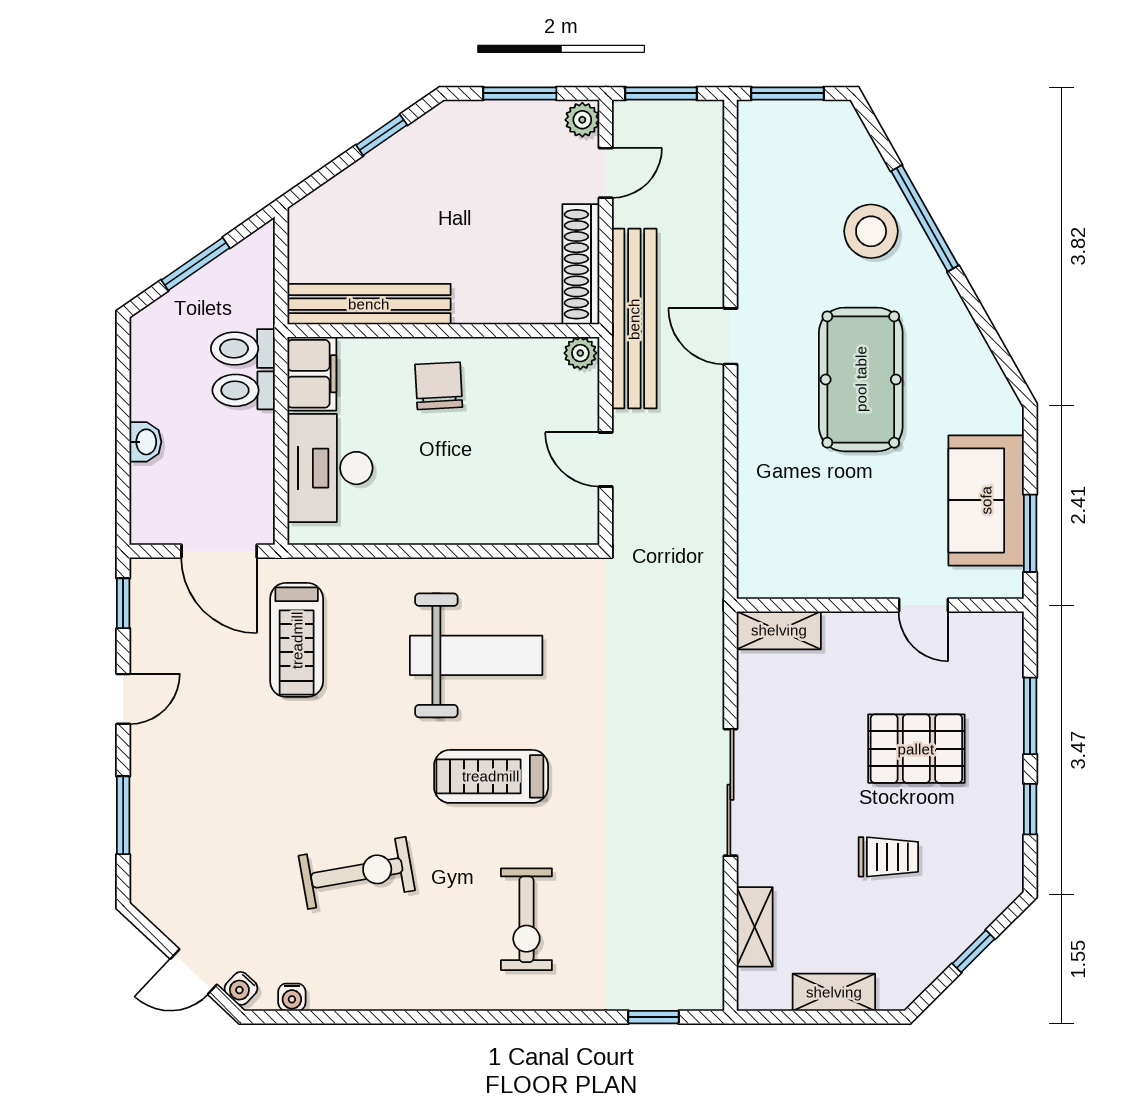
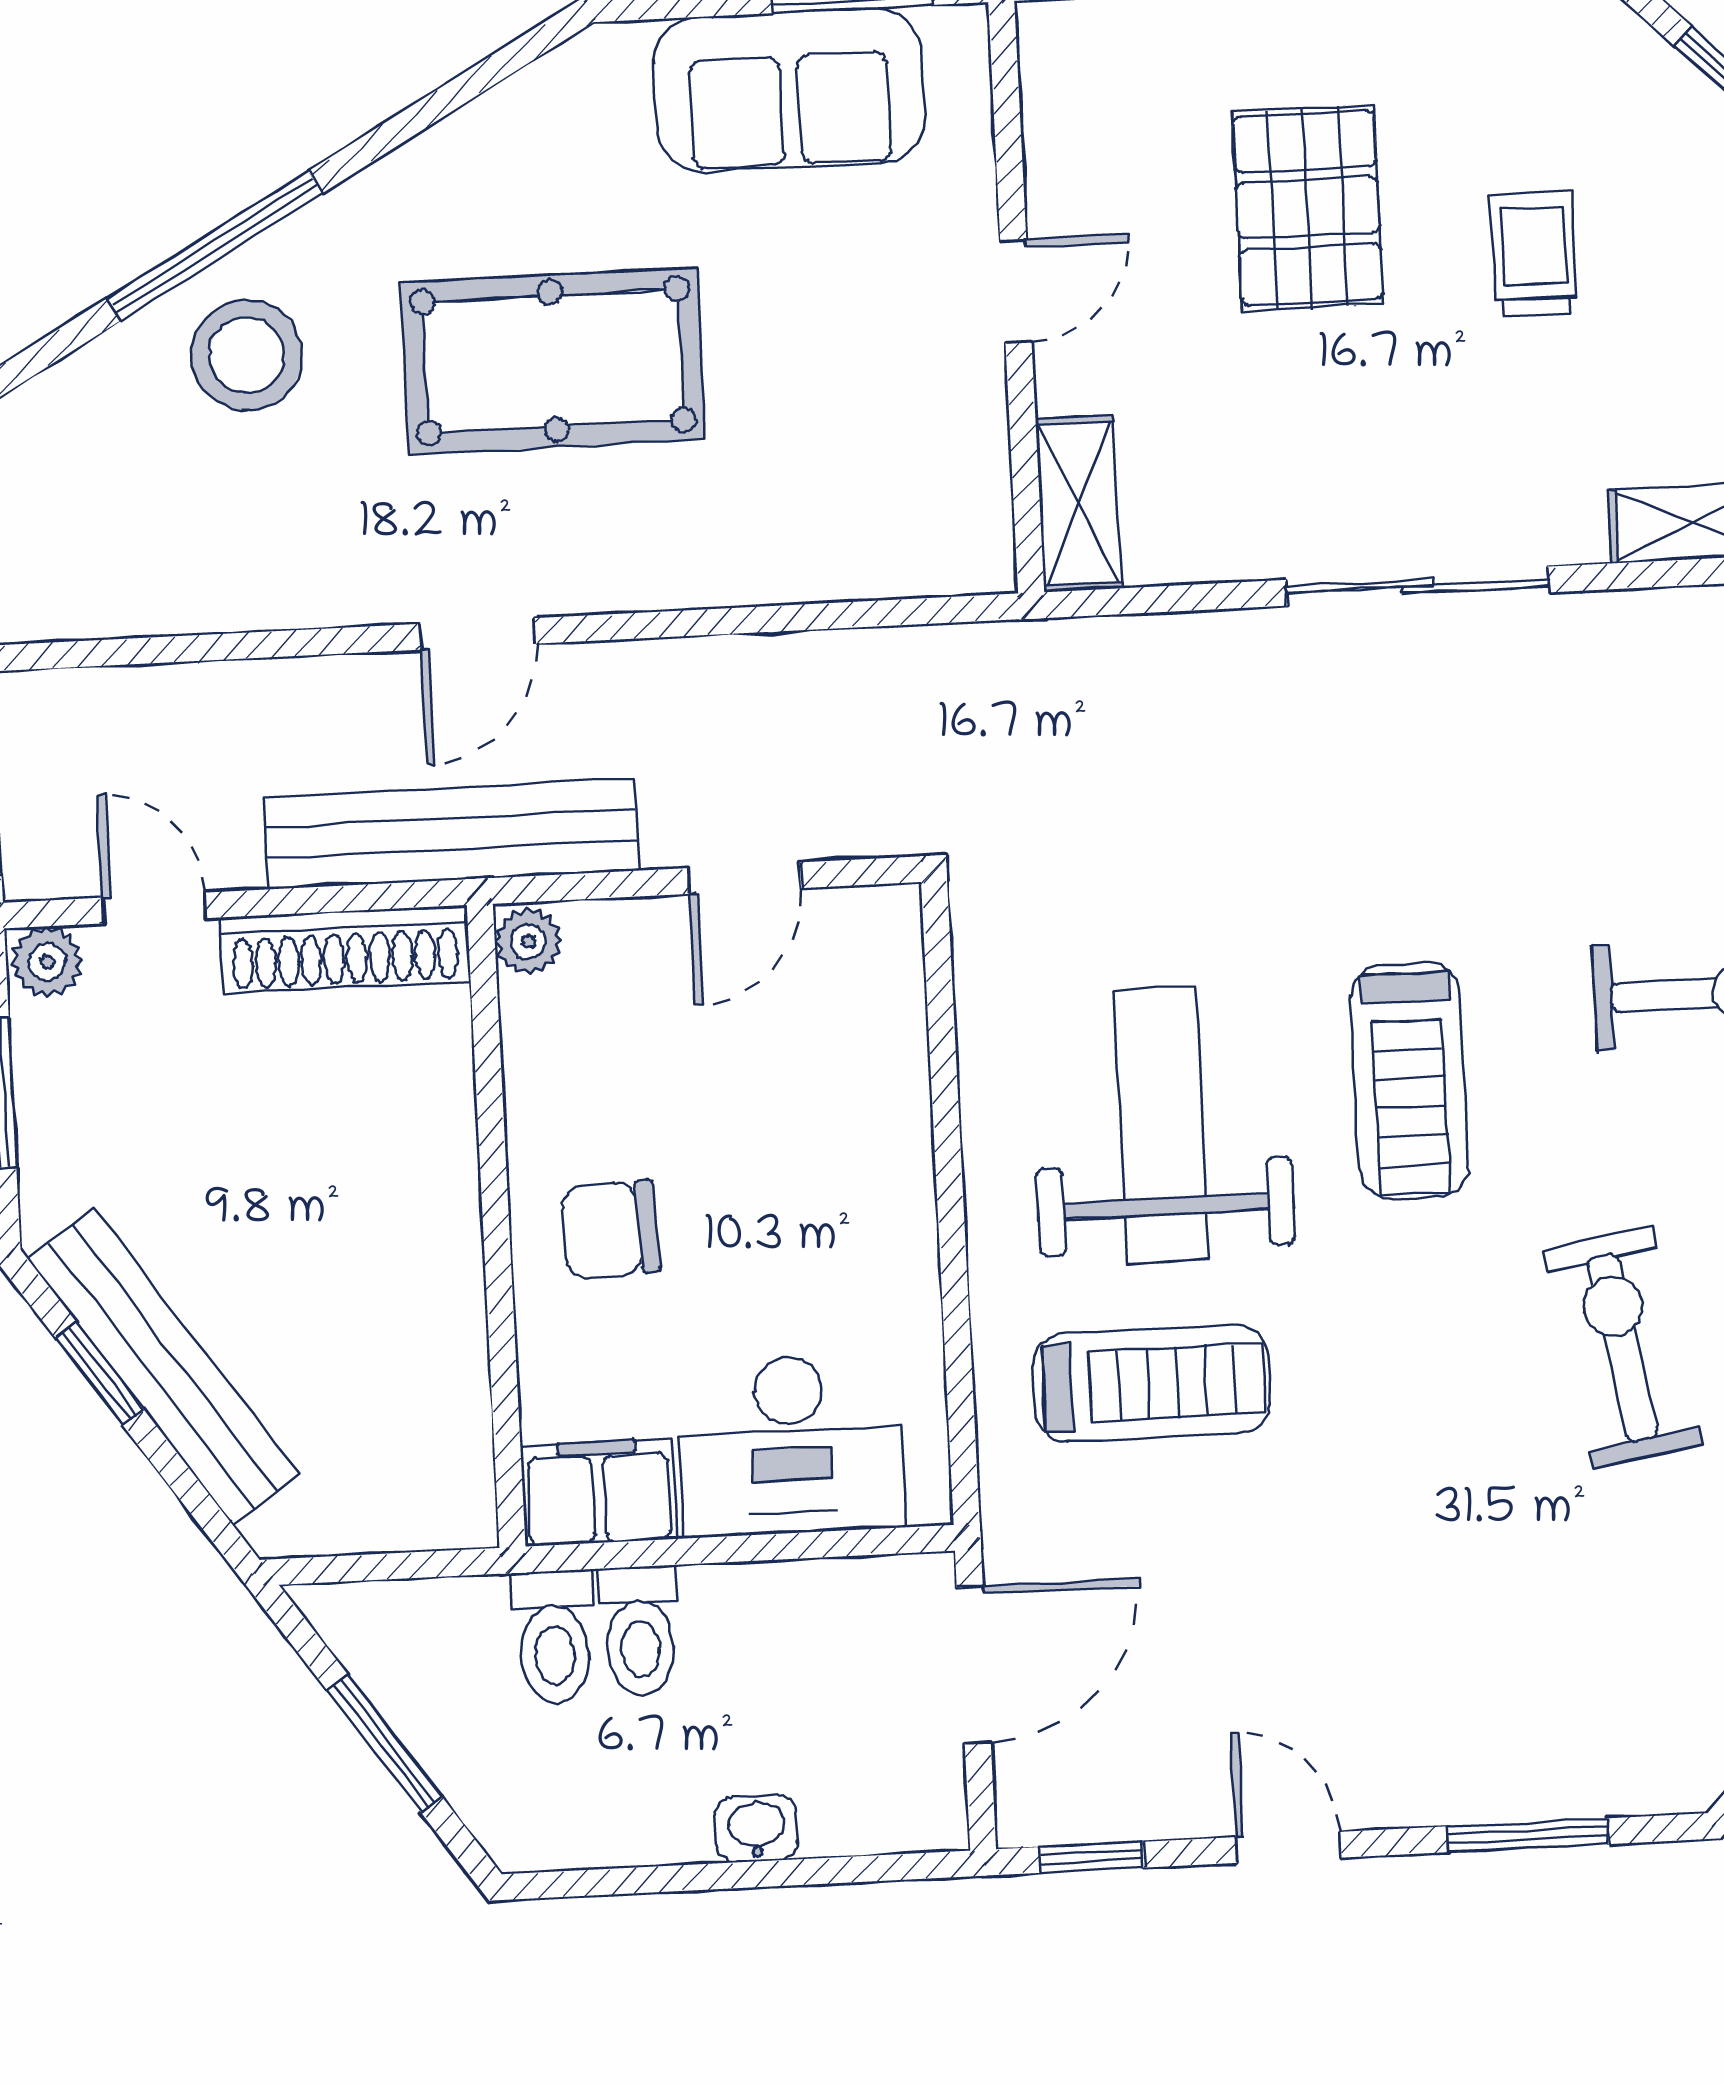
bench: (369, 304) -> (163, 1366), moved, turned -35
door: (924, 605) -> (1016, 291), moved
treadmill: (297, 640) -> (1151, 1383), moved

